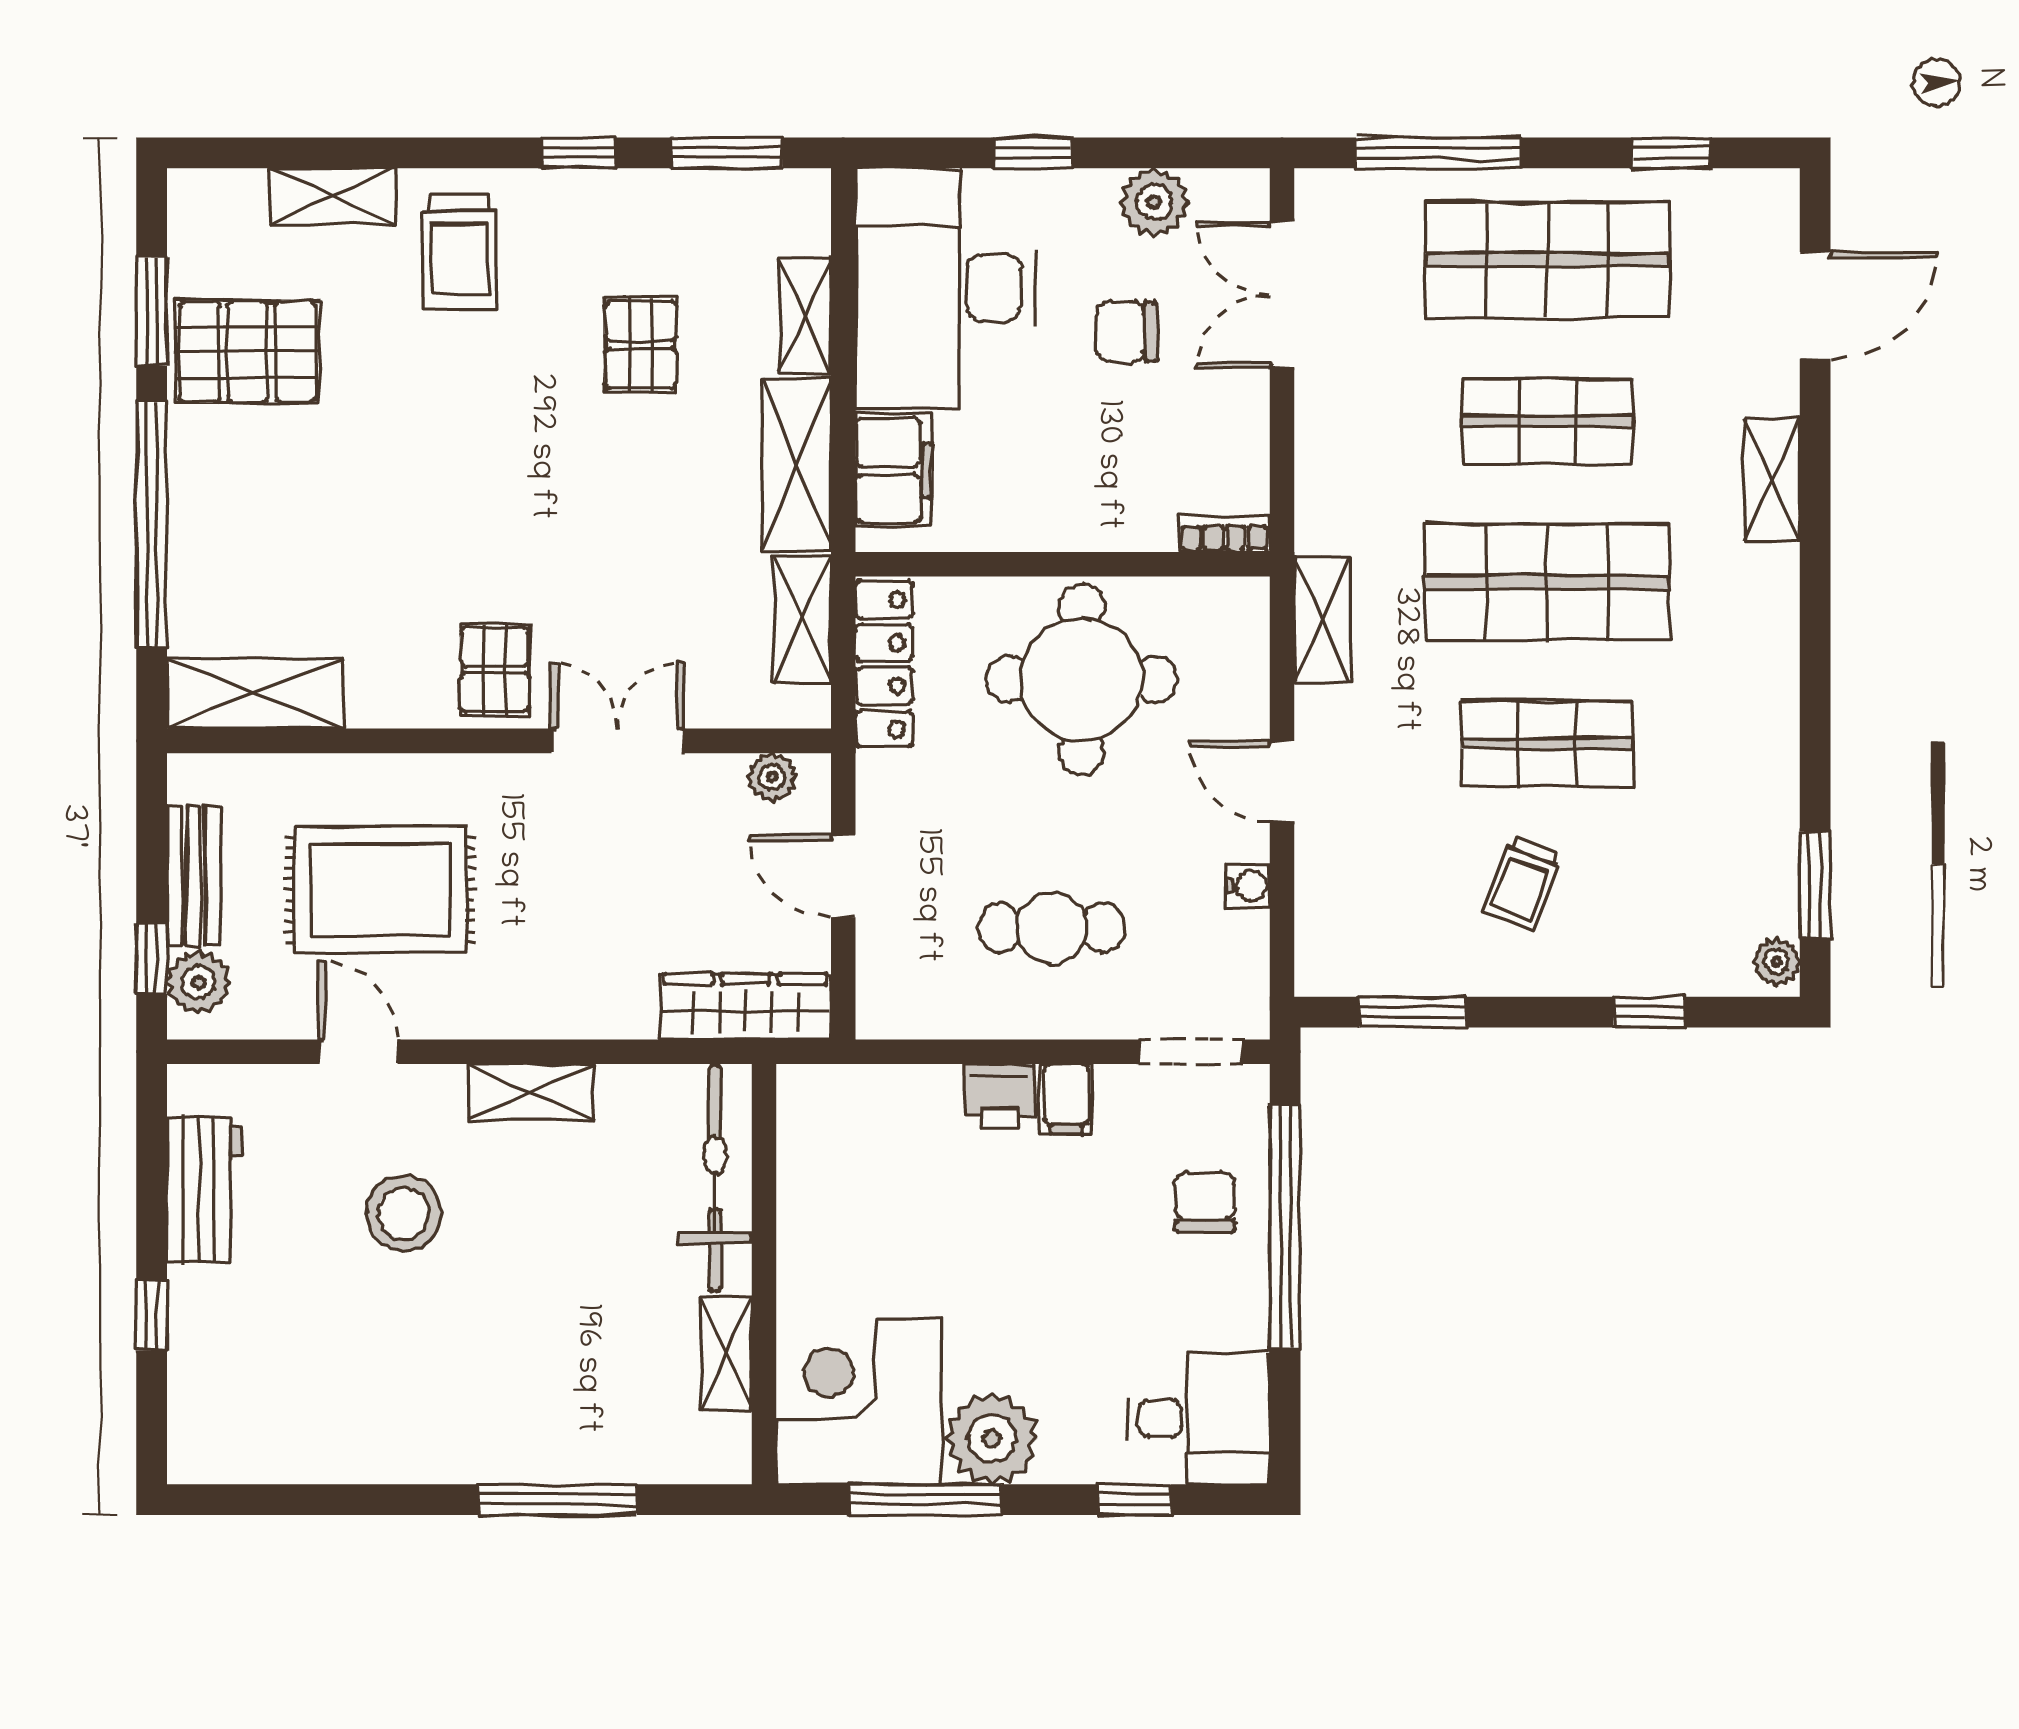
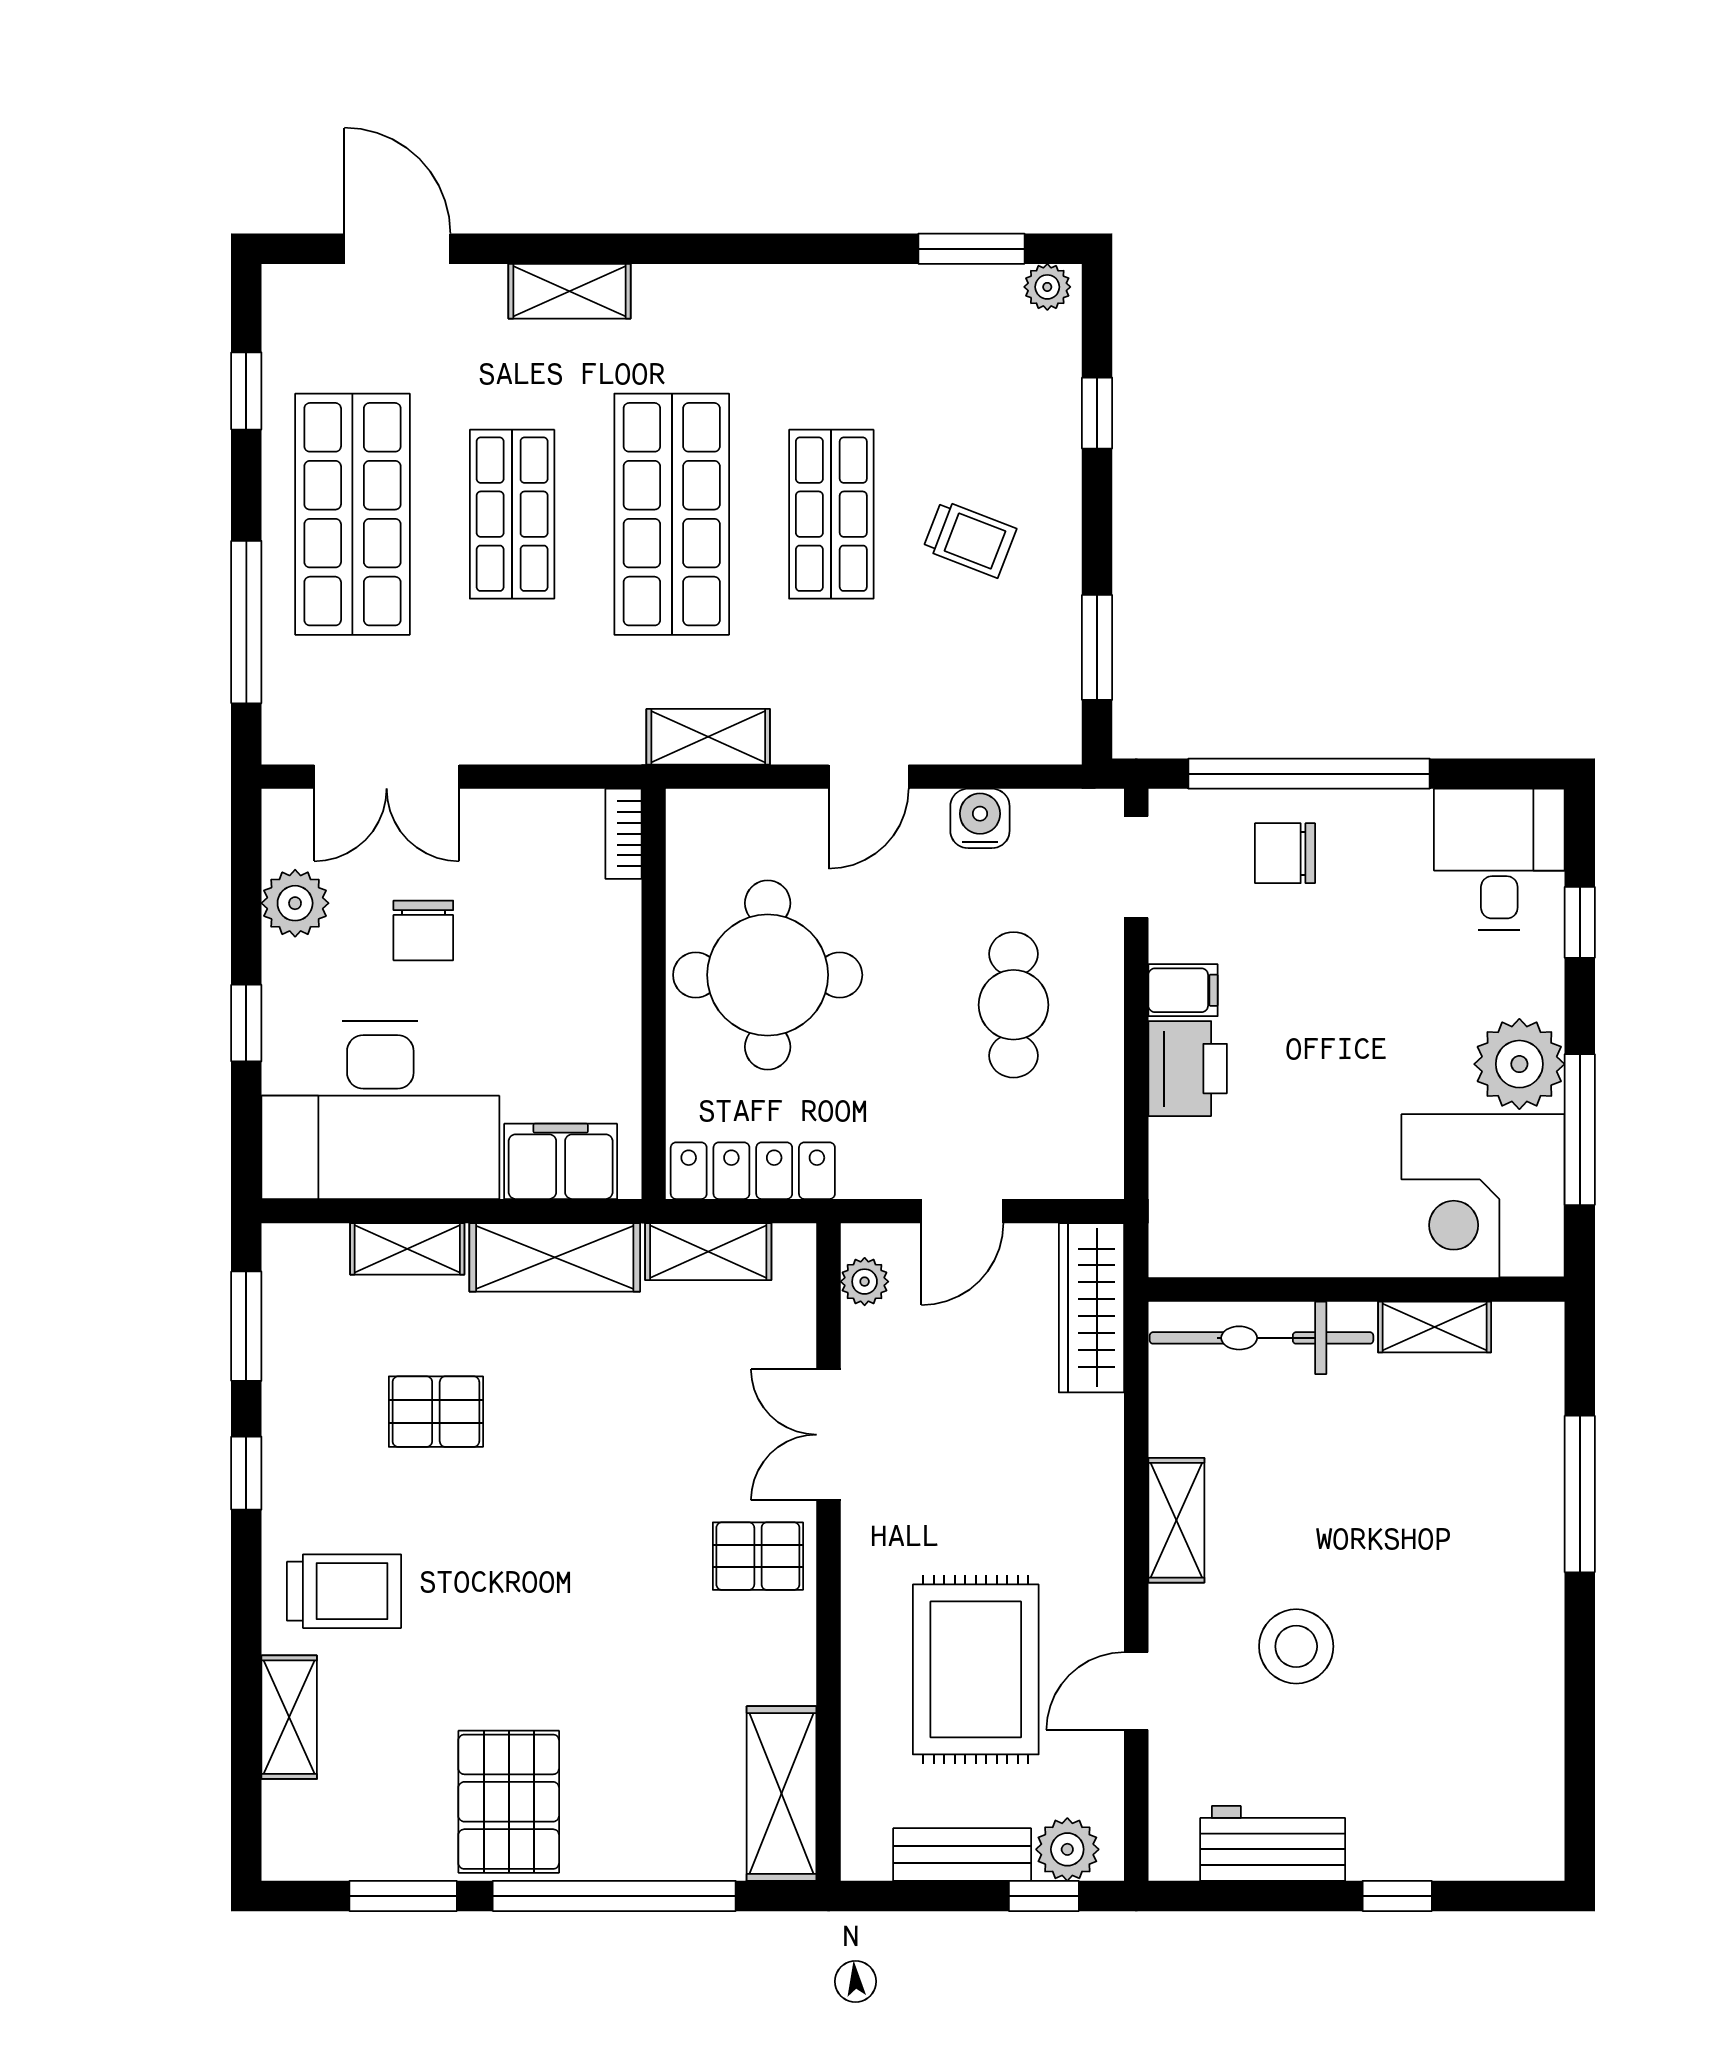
pallet: (247, 352) -> (509, 1802), moved
water cooler: (1248, 886) -> (980, 818), width x1.38, depth x1.38
printer: (1000, 1096) -> (1188, 1069), width x1.36, depth x1.24

